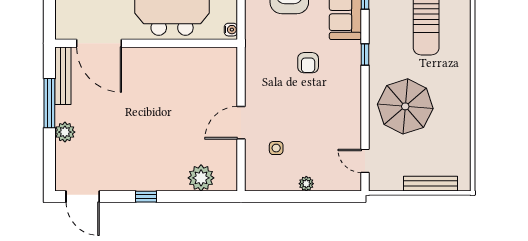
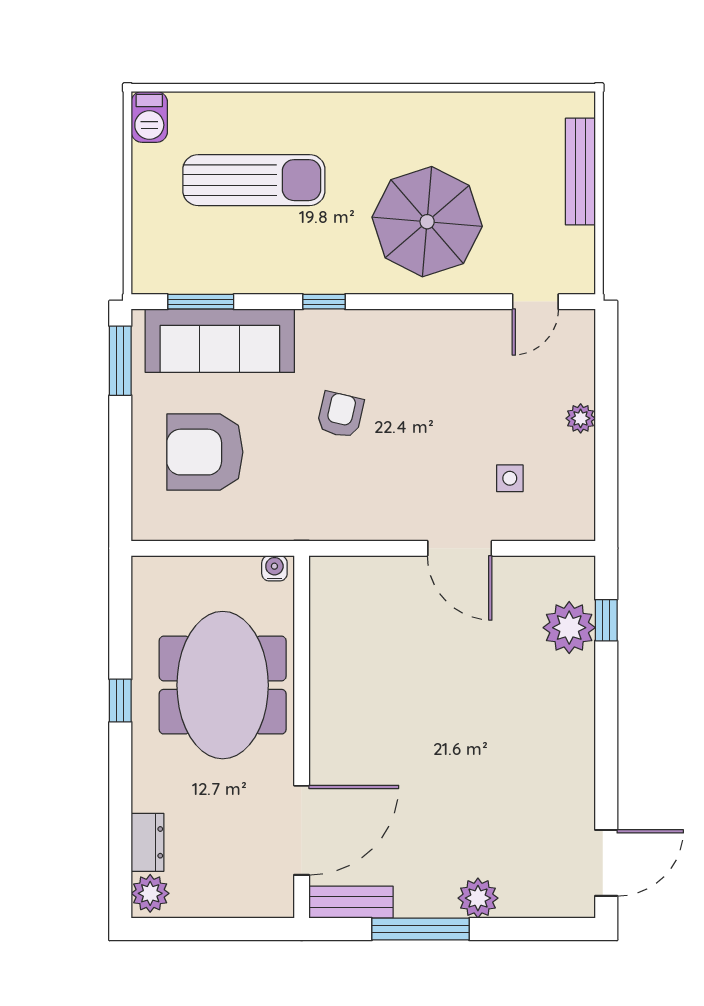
armchair: (308, 63) -> (340, 415), turned -77
bench: (63, 76) -> (351, 902), width x0.73
window: (146, 197) -> (606, 620), moved

